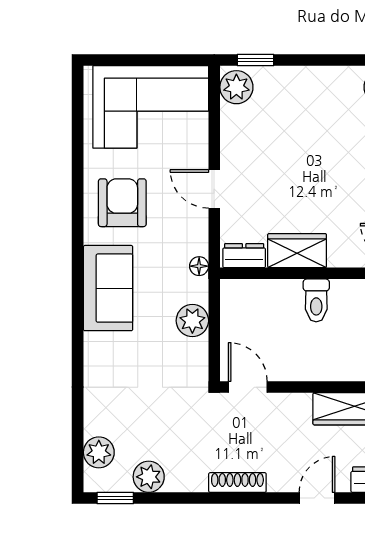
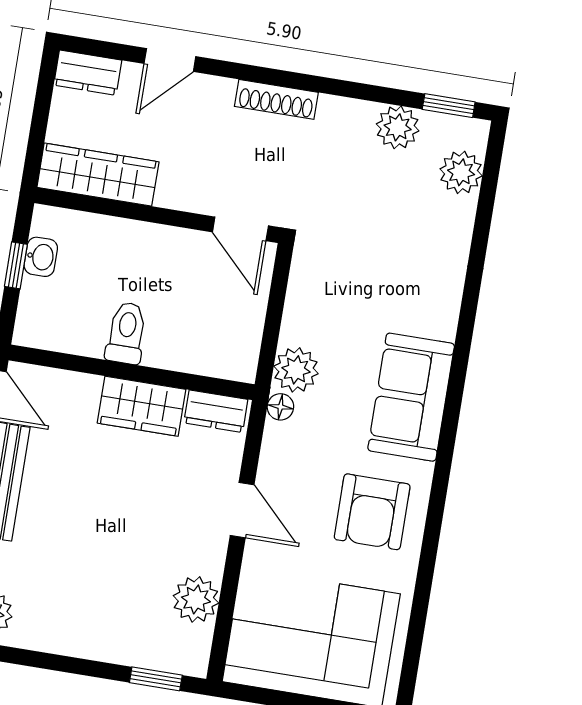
plant: (236, 87) -> (196, 599), moved
plant: (192, 321) -> (296, 370), moved

